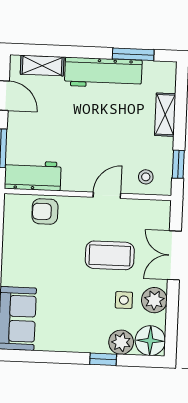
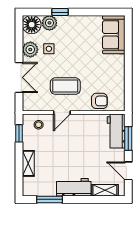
workbench: (103, 73) -> (74, 187), width x0.73
workbench: (33, 176) -> (116, 131), moved, turned 90
coffee table: (110, 255) -> (65, 86), moved

